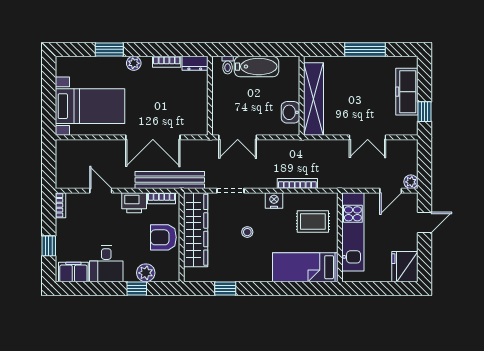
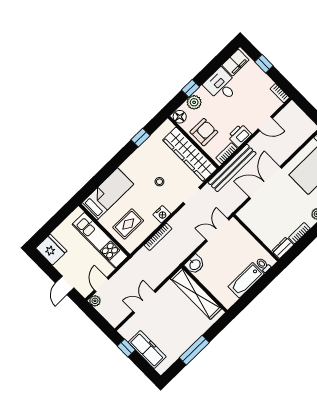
washbasin: (290, 112) -> (195, 264), moved, turned 90
floor lamp: (172, 273) -> (180, 117), added

